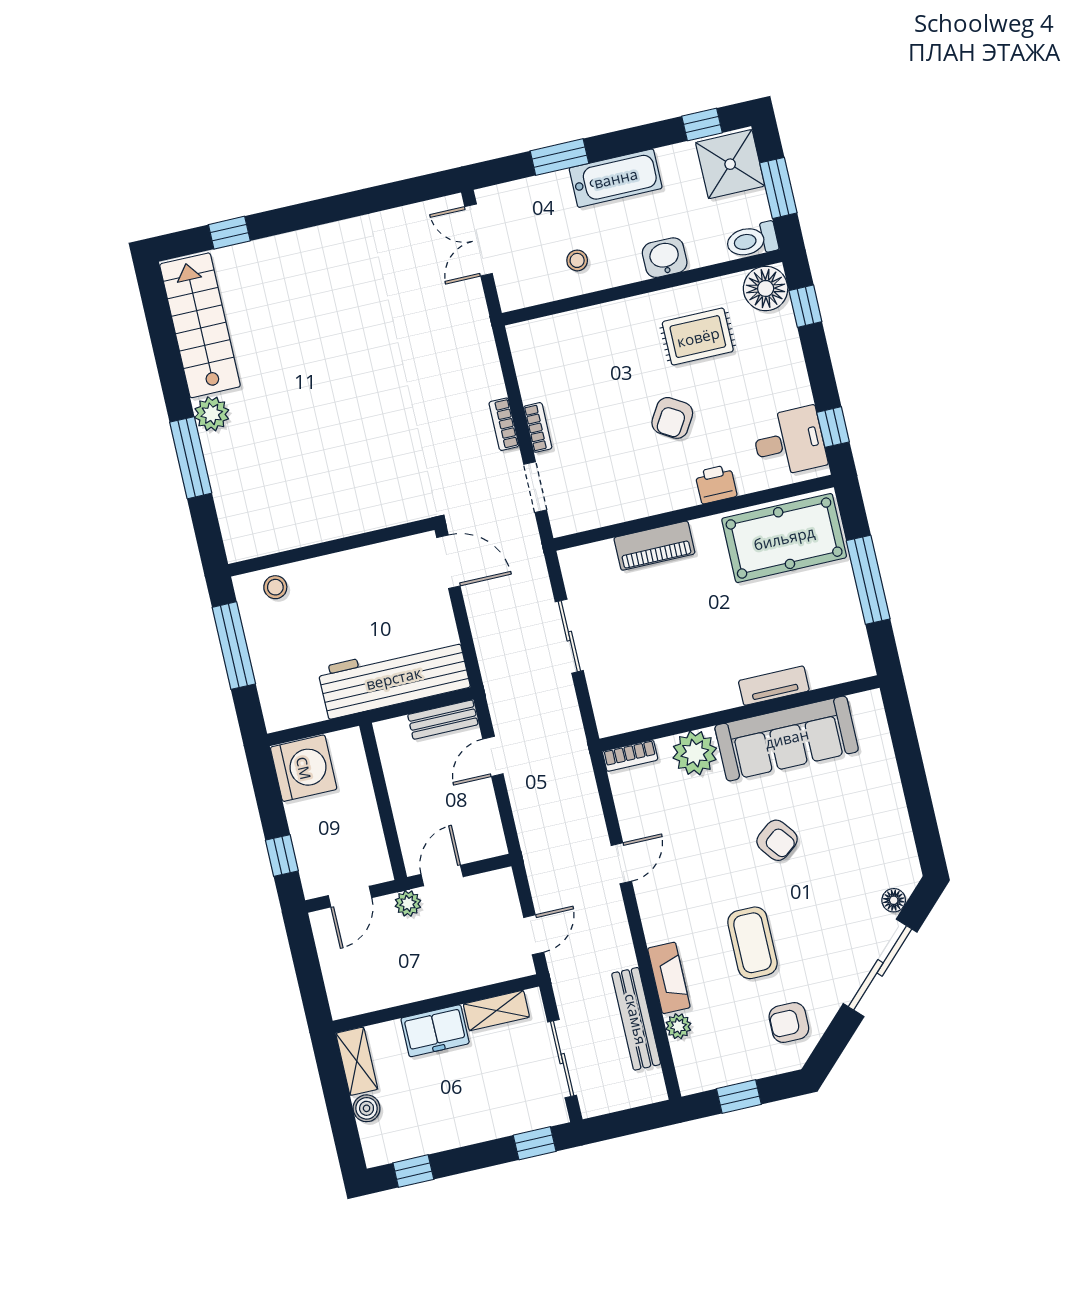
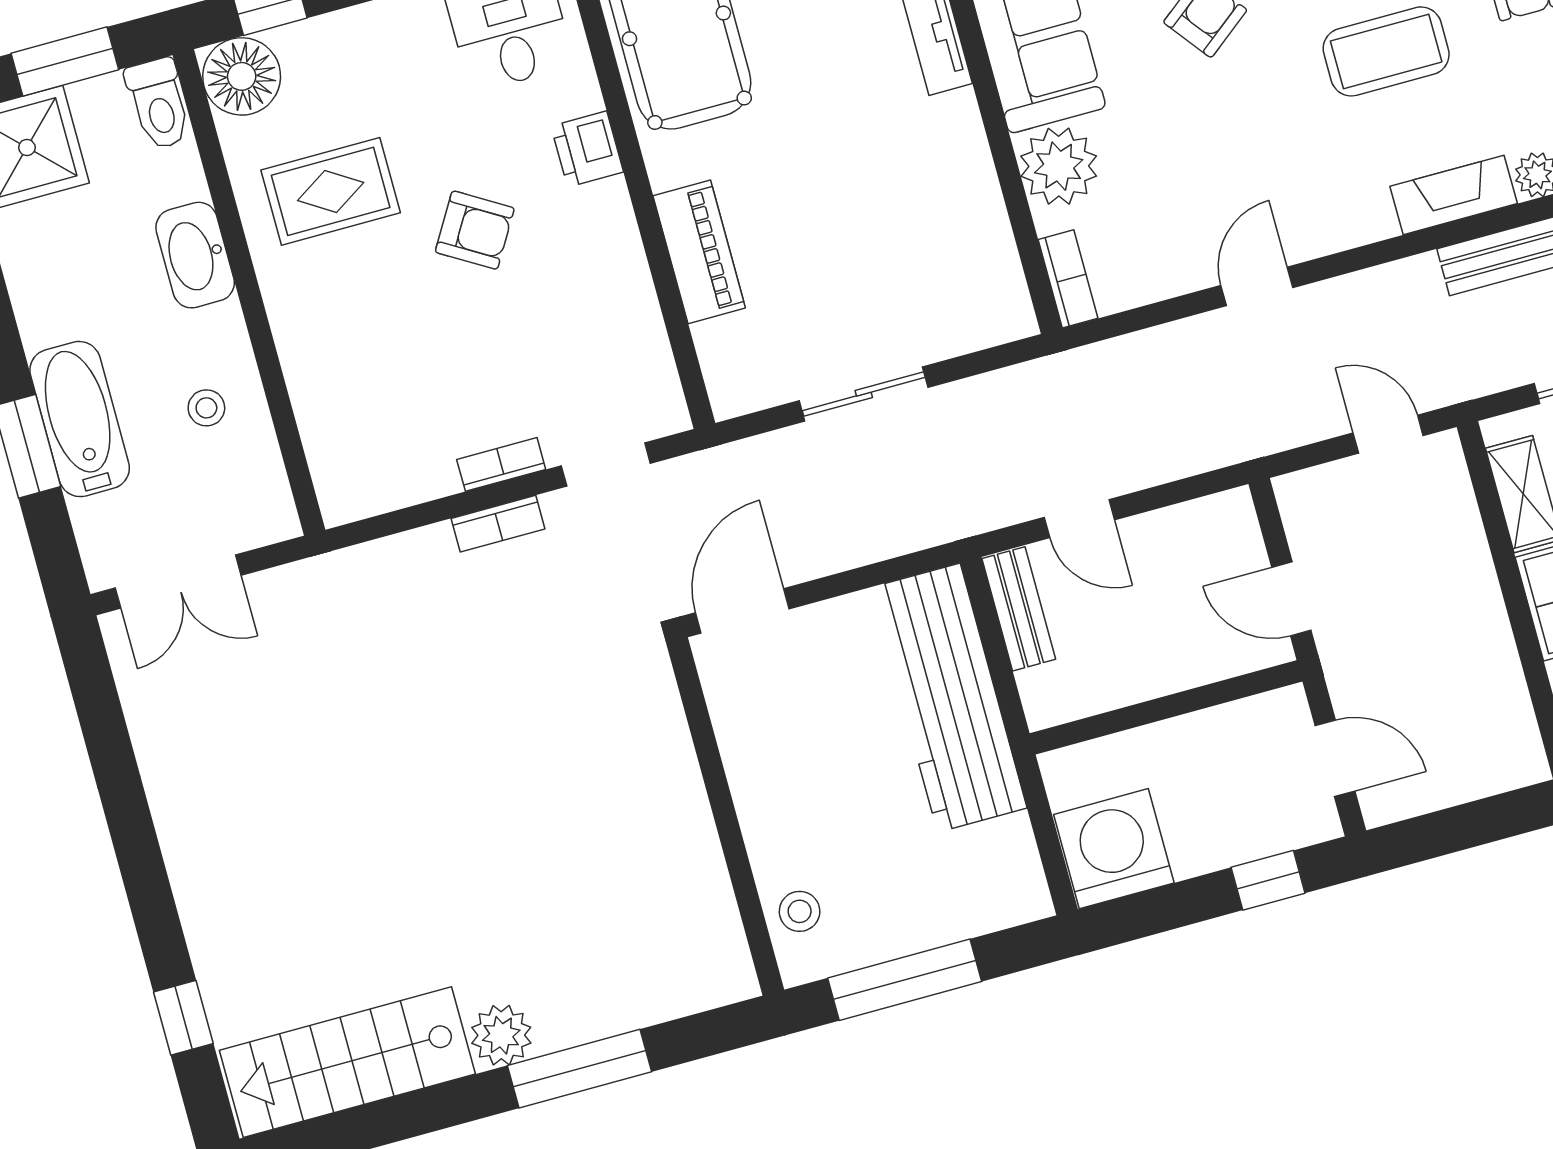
bathtub: (616, 178) -> (80, 419), moved
washbasin: (665, 258) -> (195, 255), width x1.38
rug: (698, 337) -> (331, 191), turned 90
door: (621, 863) -> (1257, 286), hinge flipped
plant: (408, 903) -> (1343, 656), removed

